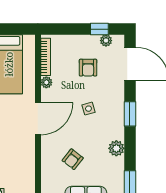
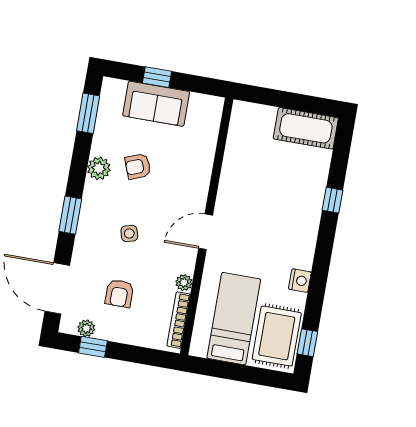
armchair: (88, 68) -> (119, 293), turned 180
door: (38, 119) -> (206, 232), width x0.73
armchair: (73, 159) -> (138, 166), moved, turned -149

